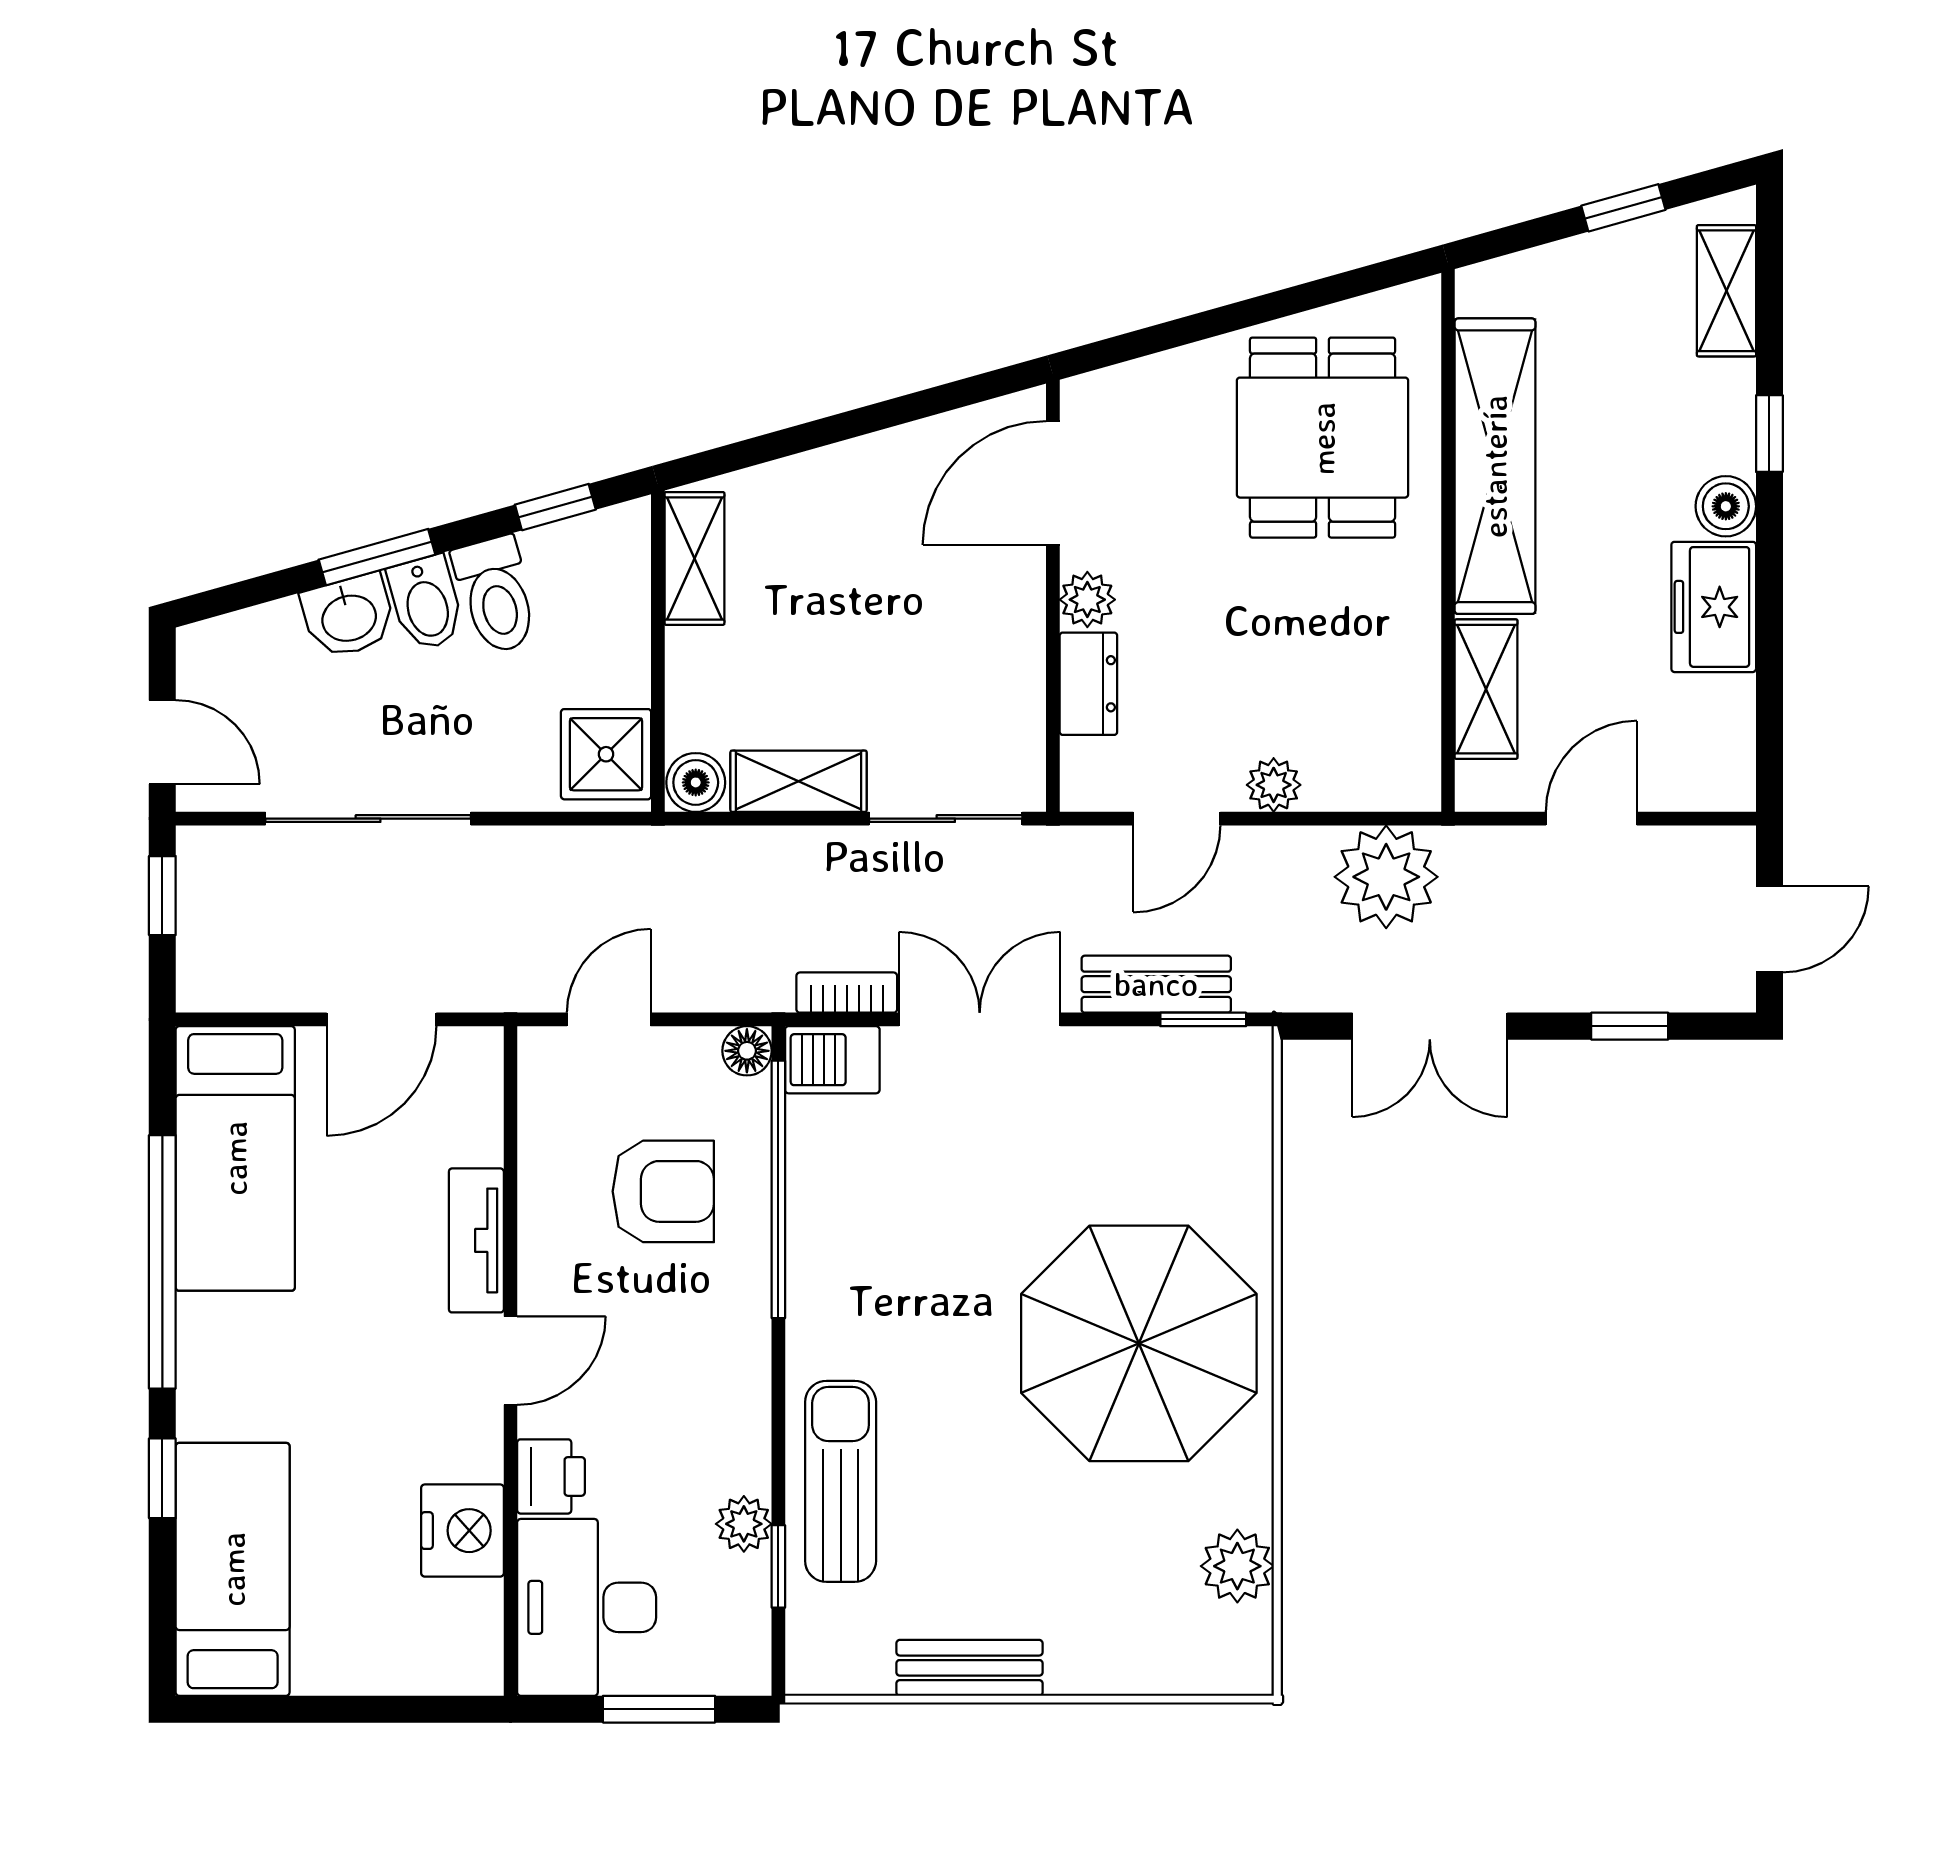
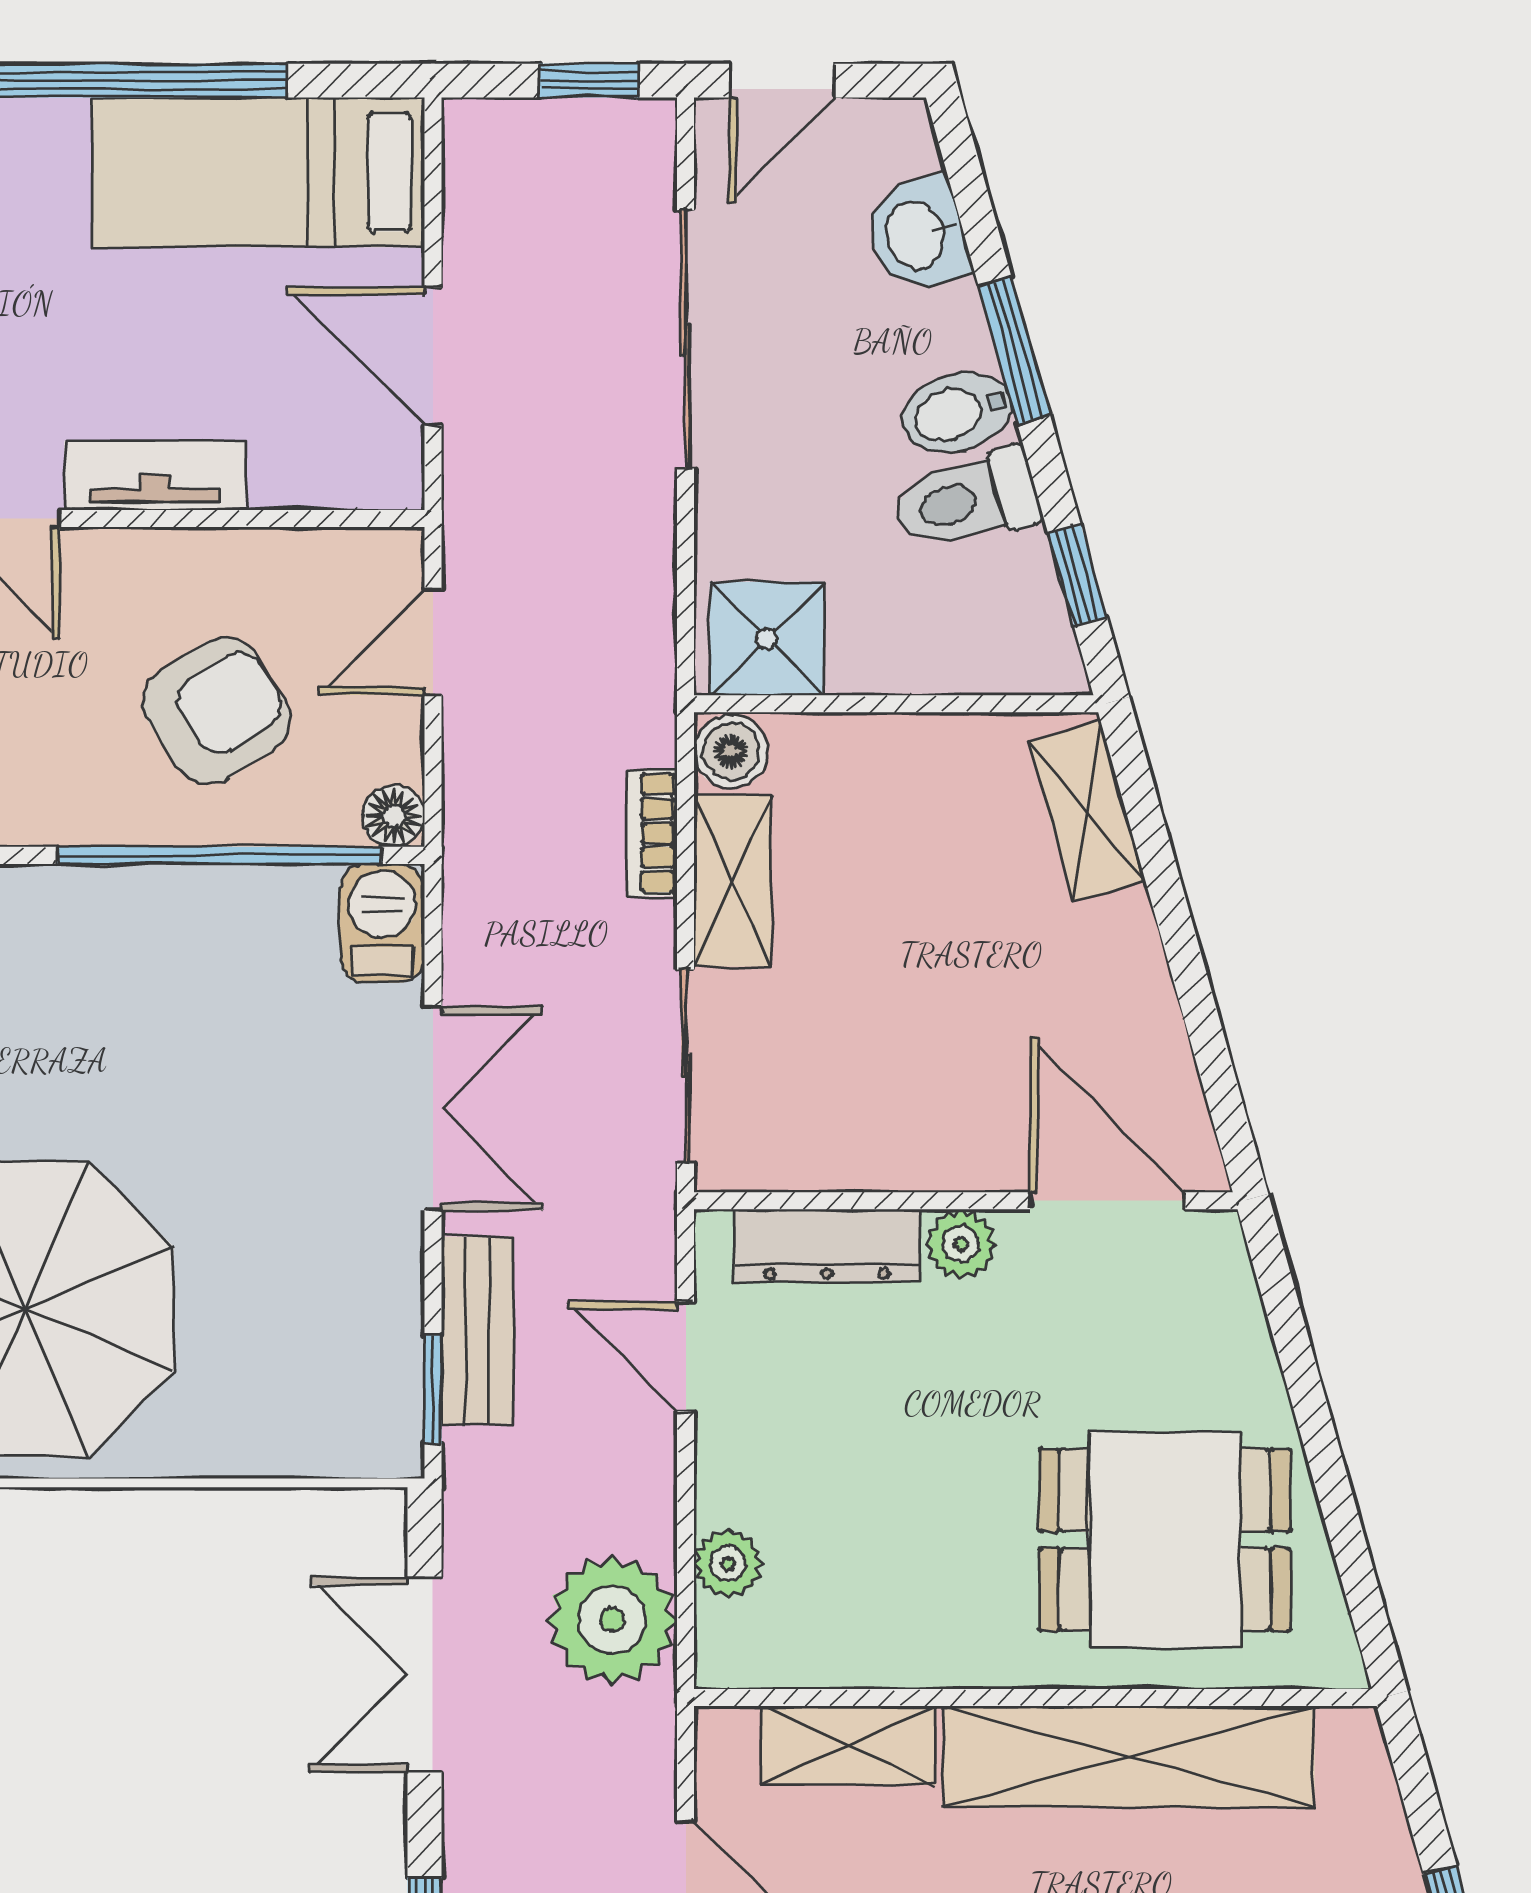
shelving: (694, 558) -> (1087, 811), moved, turned 74
washbasin: (349, 616) -> (918, 235), moved
dresser: (1088, 684) -> (827, 1245), width x1.44
plant: (1274, 785) -> (728, 1564), moved
bookcase: (847, 993) -> (652, 833), moved, turned 180
door: (609, 1019) -> (433, 642), swing flipped
armchair: (663, 1191) -> (217, 711), turned -122

